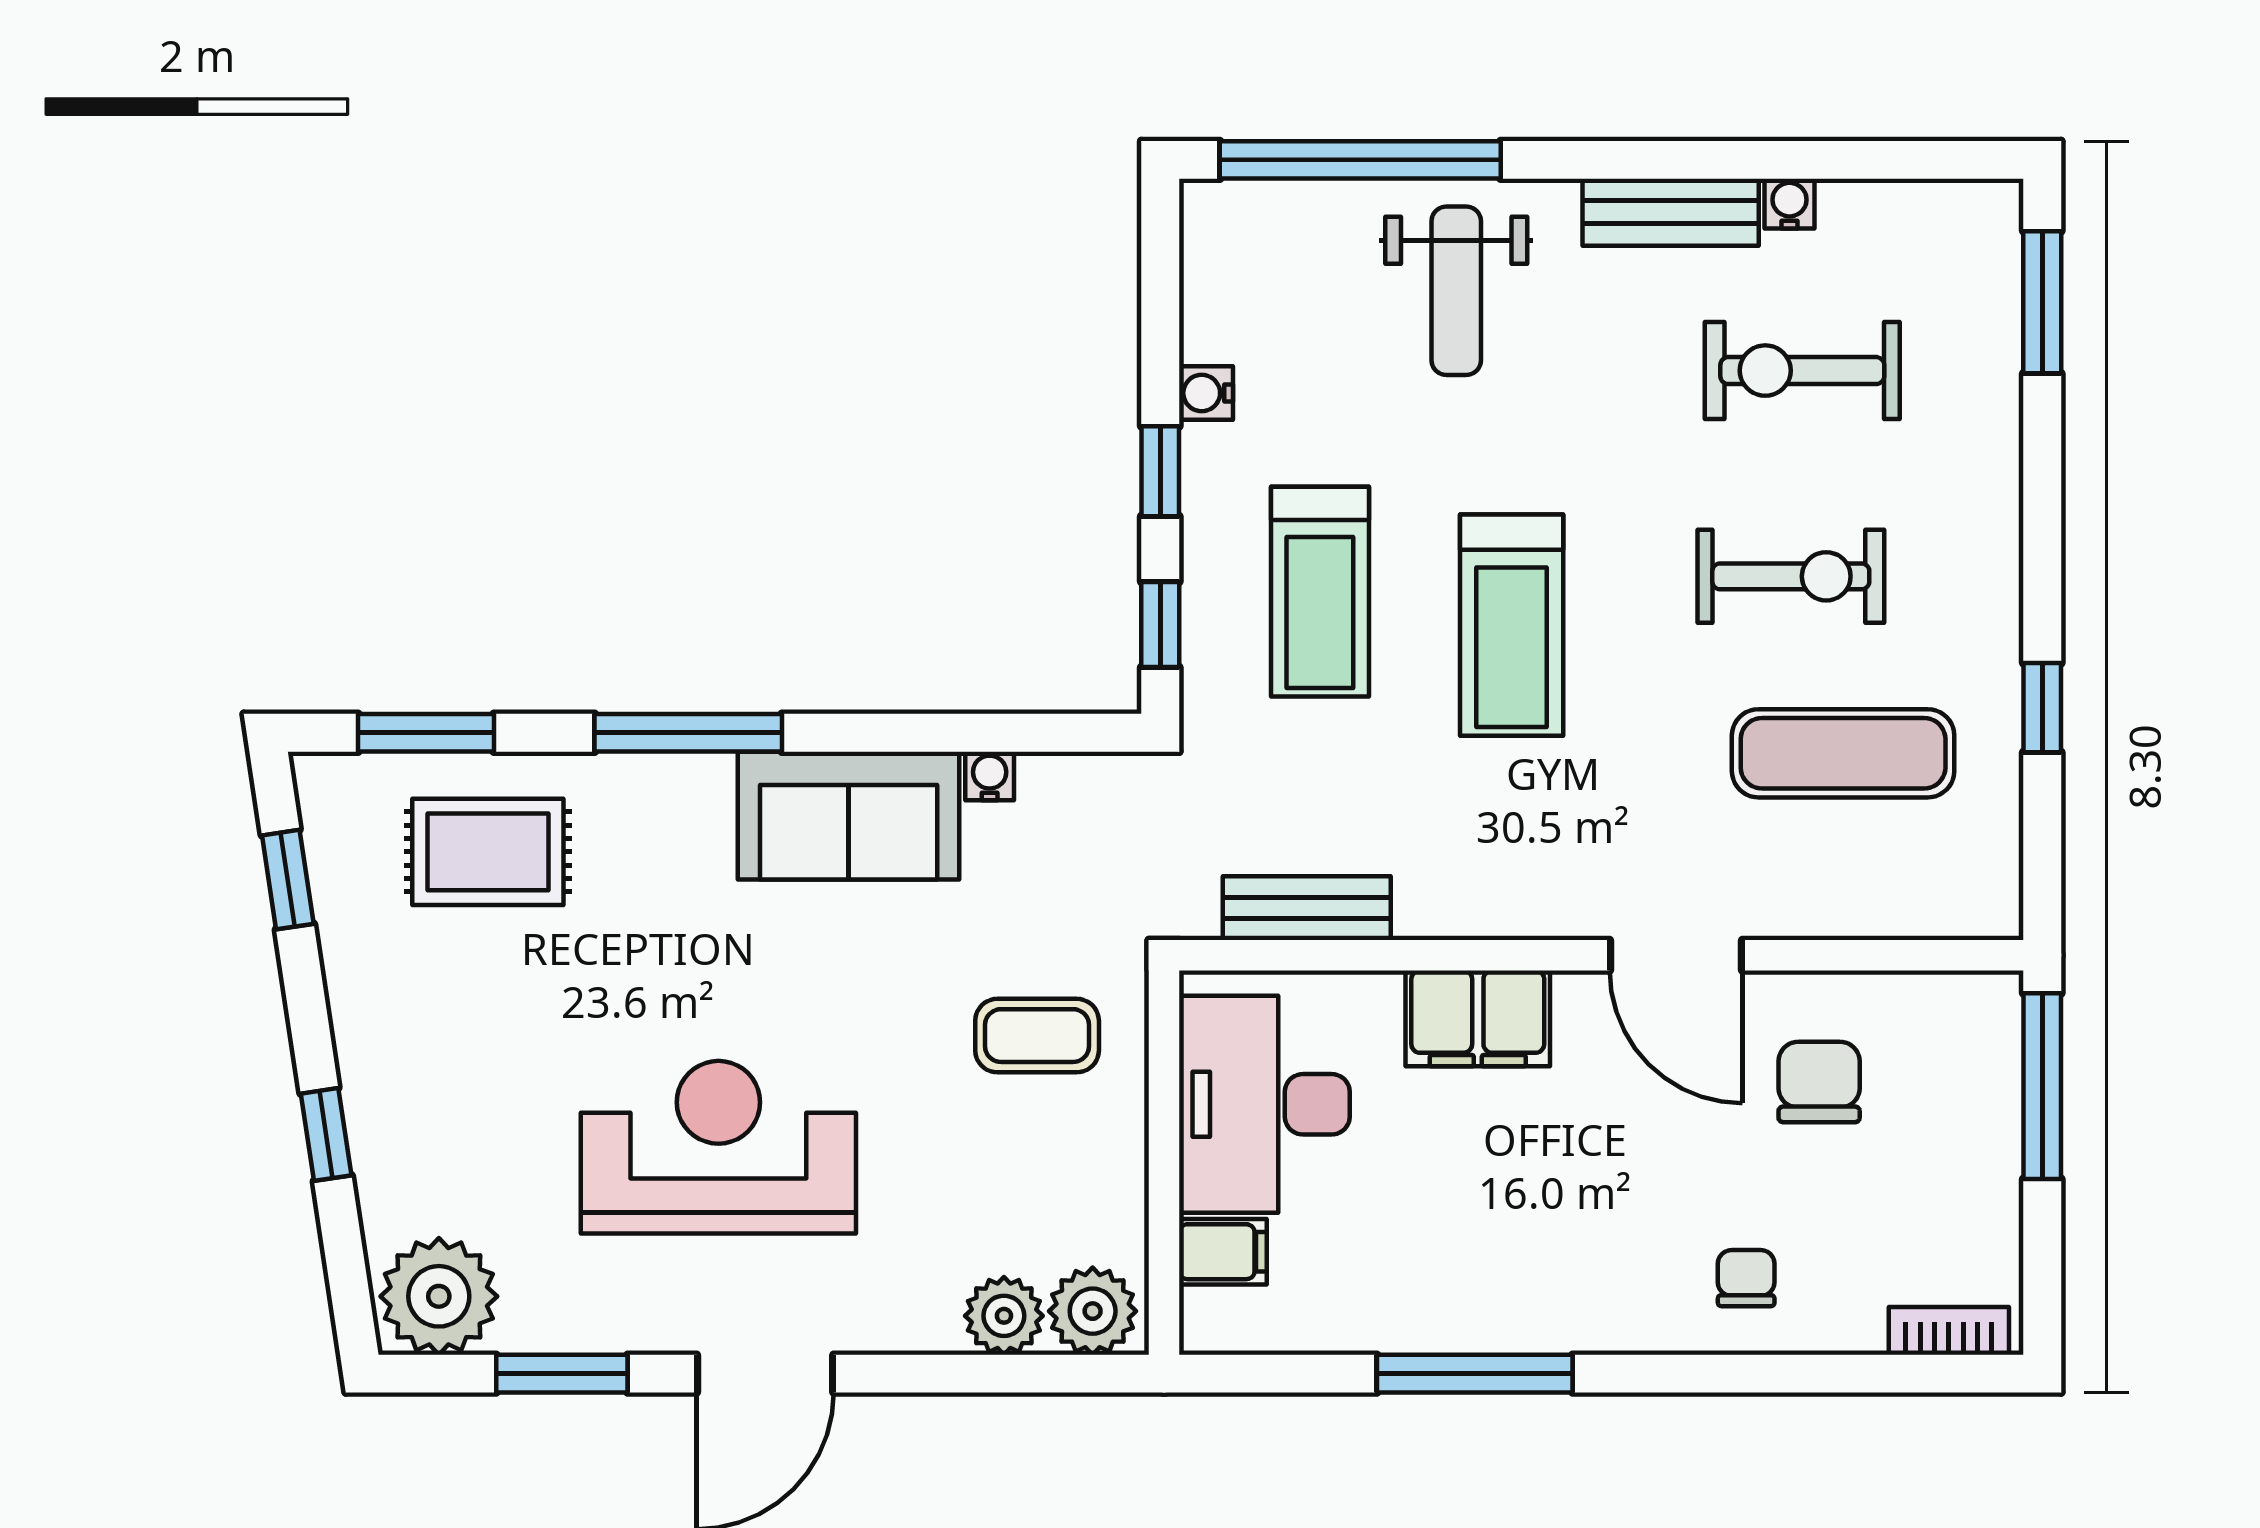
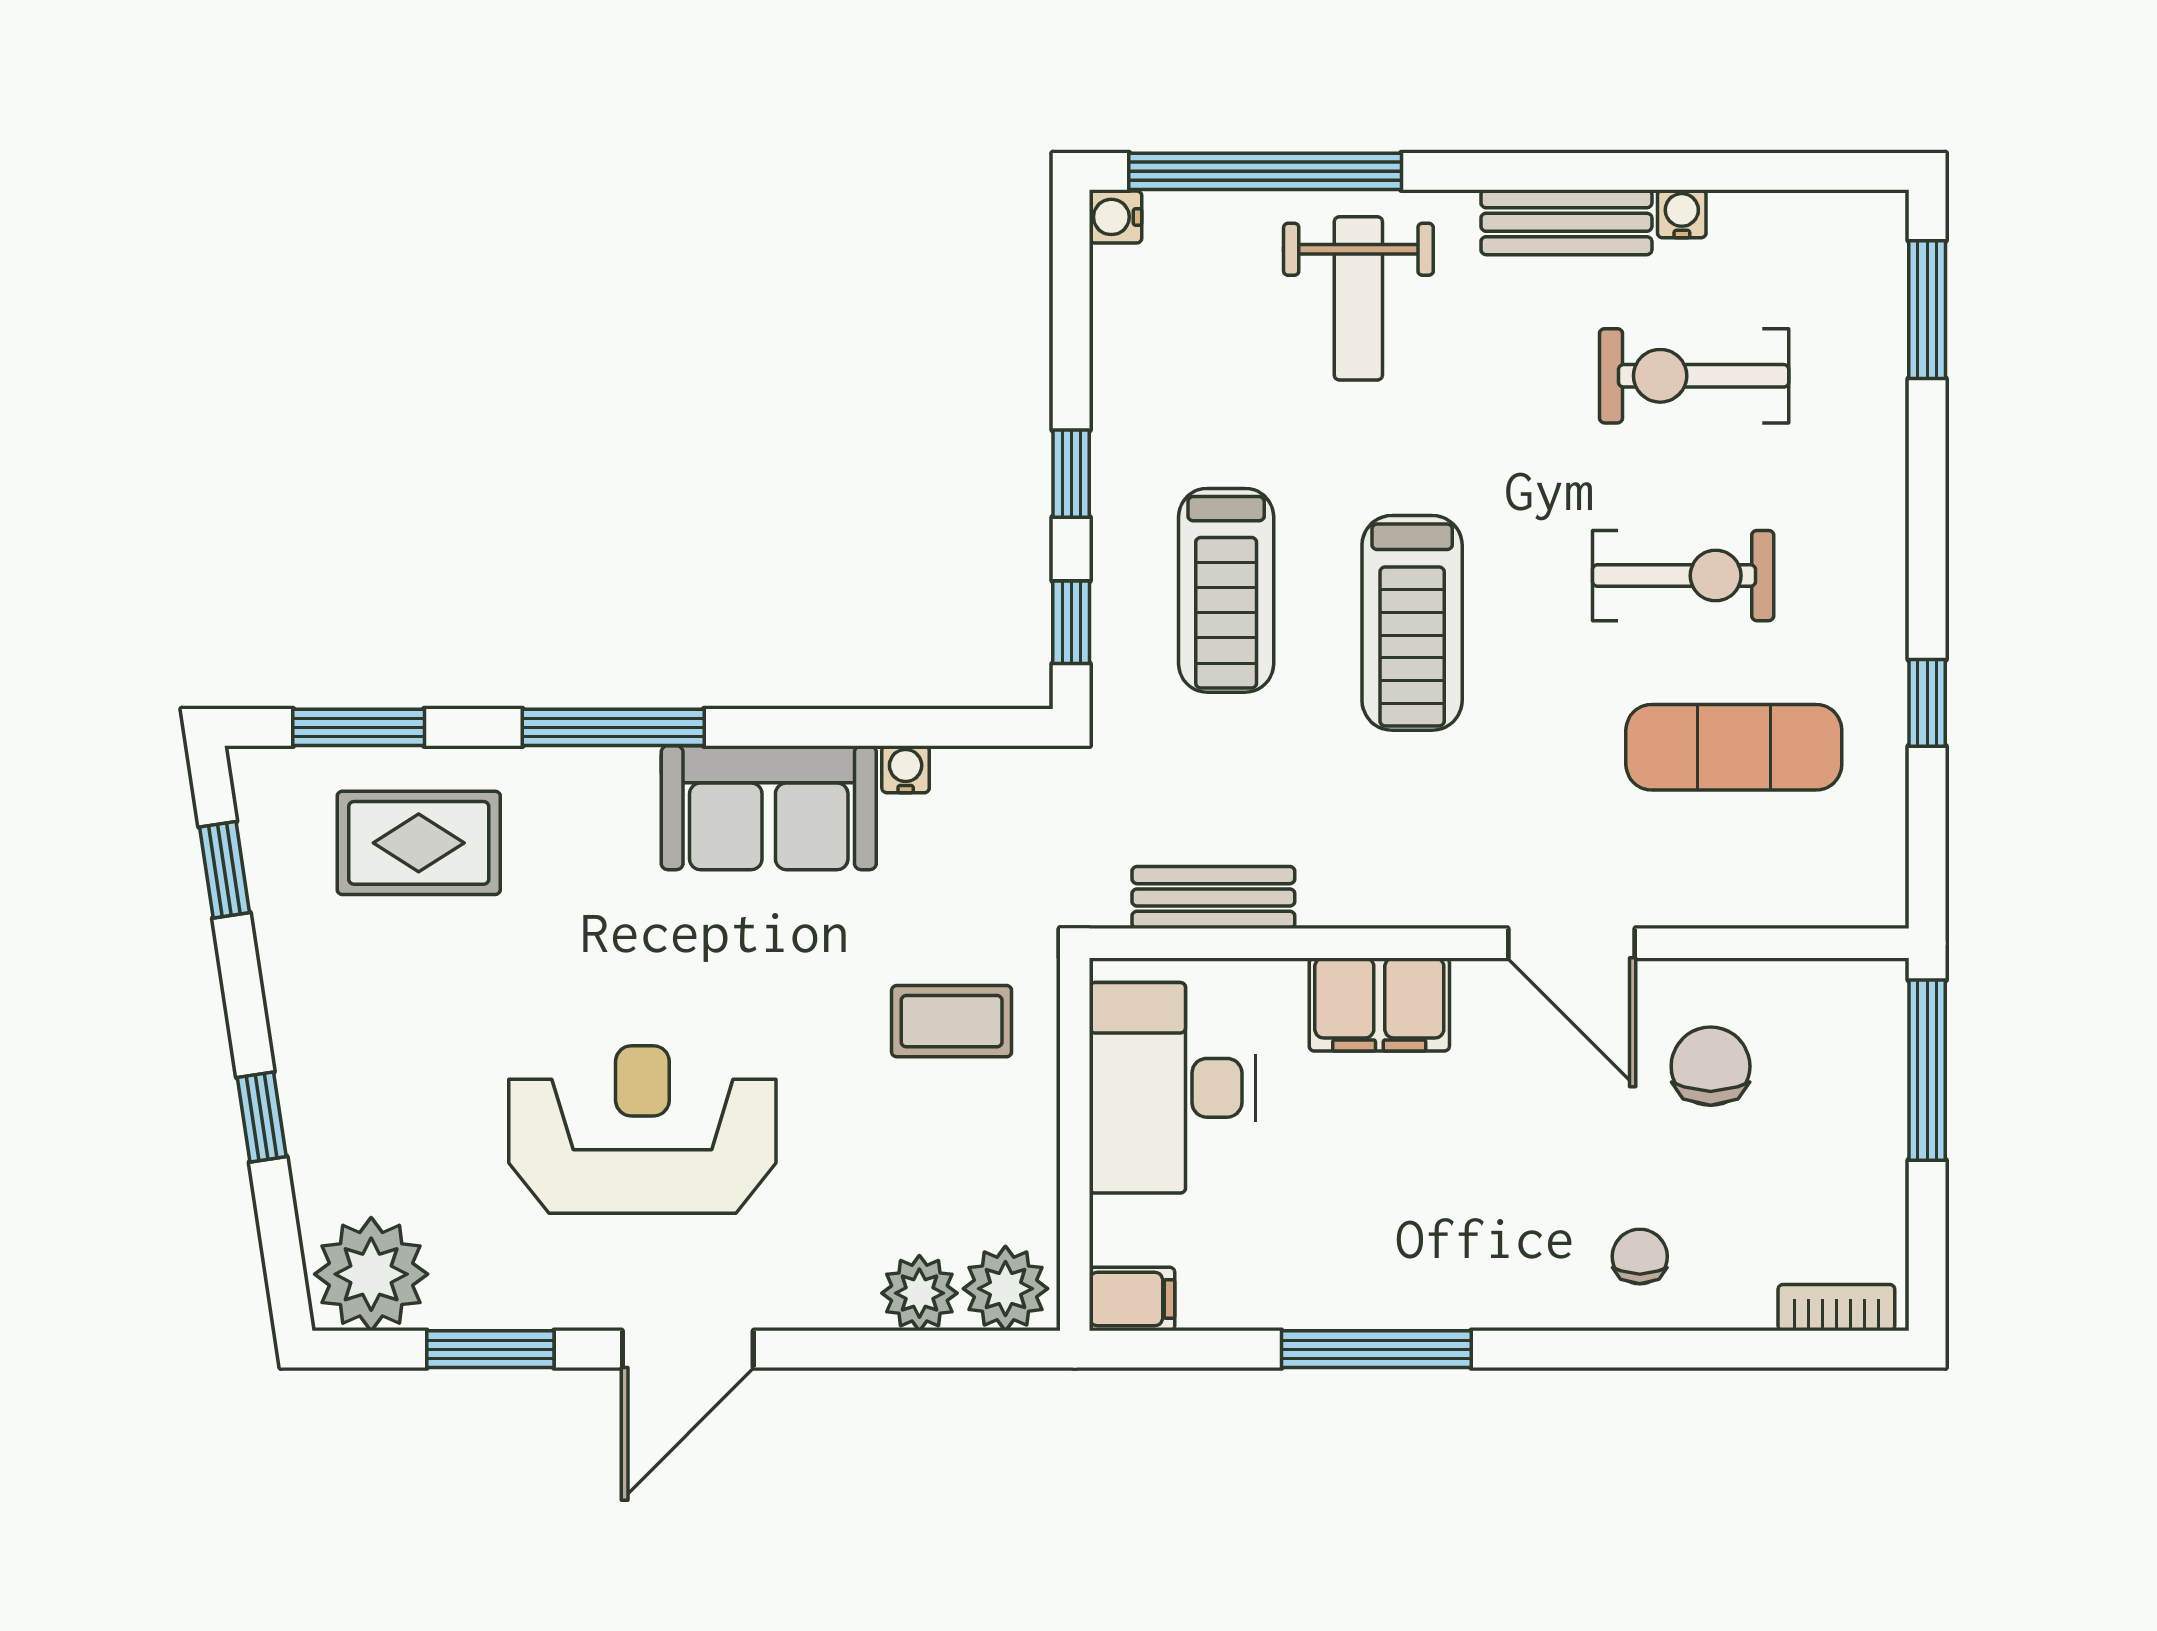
water cooler: (1206, 393) -> (1116, 217), moved
filing cabinet: (1223, 1252) -> (1132, 1299), moved

